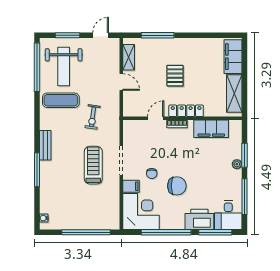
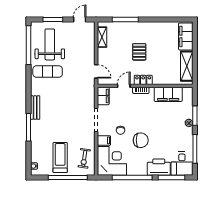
weight bench: (64, 66) -> (50, 44), turned 180
door: (121, 82) -> (96, 71), moved
locker: (186, 111) -> (143, 80), width x0.66
exercise bike: (93, 117) -> (84, 158), moved
filing cabinet: (130, 131) -> (103, 96), added
treadmill: (93, 165) -> (60, 157), moved

